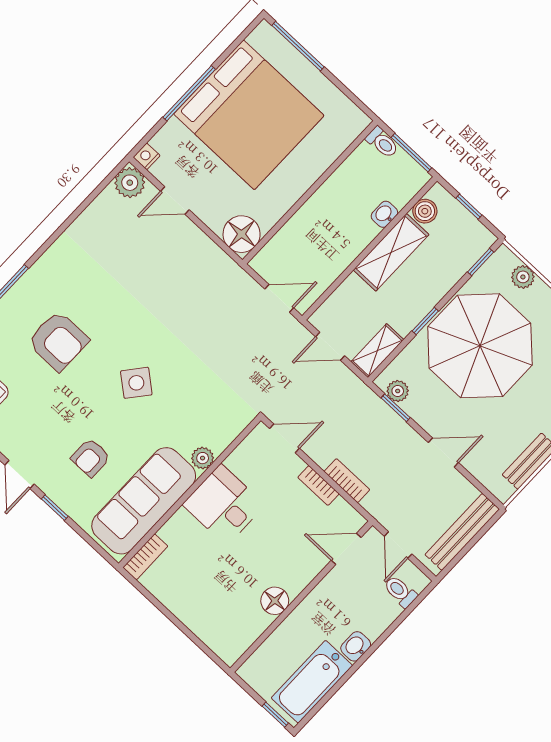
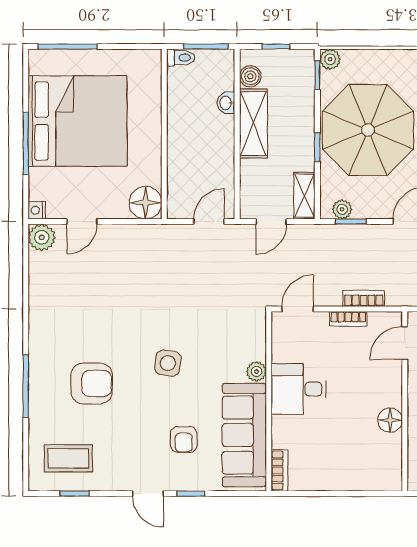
plant: (523, 277) -> (330, 59), moved
side table: (136, 383) -> (168, 363), turned -31

